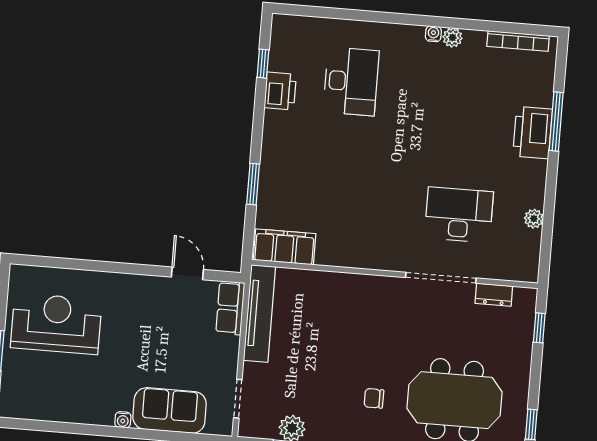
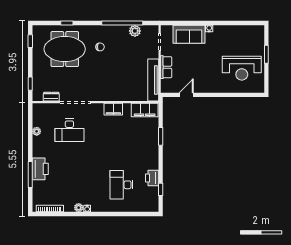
filing cabinet: (355, 255) -> (113, 109), added
door: (187, 273) -> (186, 95), swing flipped
row of seats: (230, 308) -> (166, 67), moved

